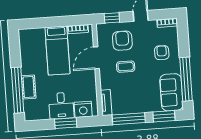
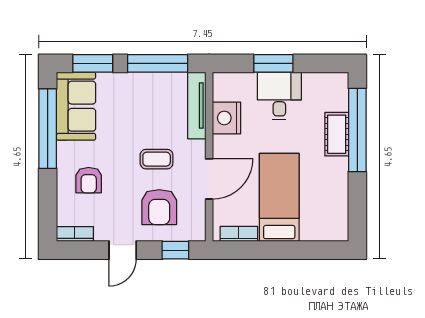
tv unit: (106, 103) -> (197, 105), width x1.41
nightstand: (83, 109) -> (227, 118), moved, turned -90

